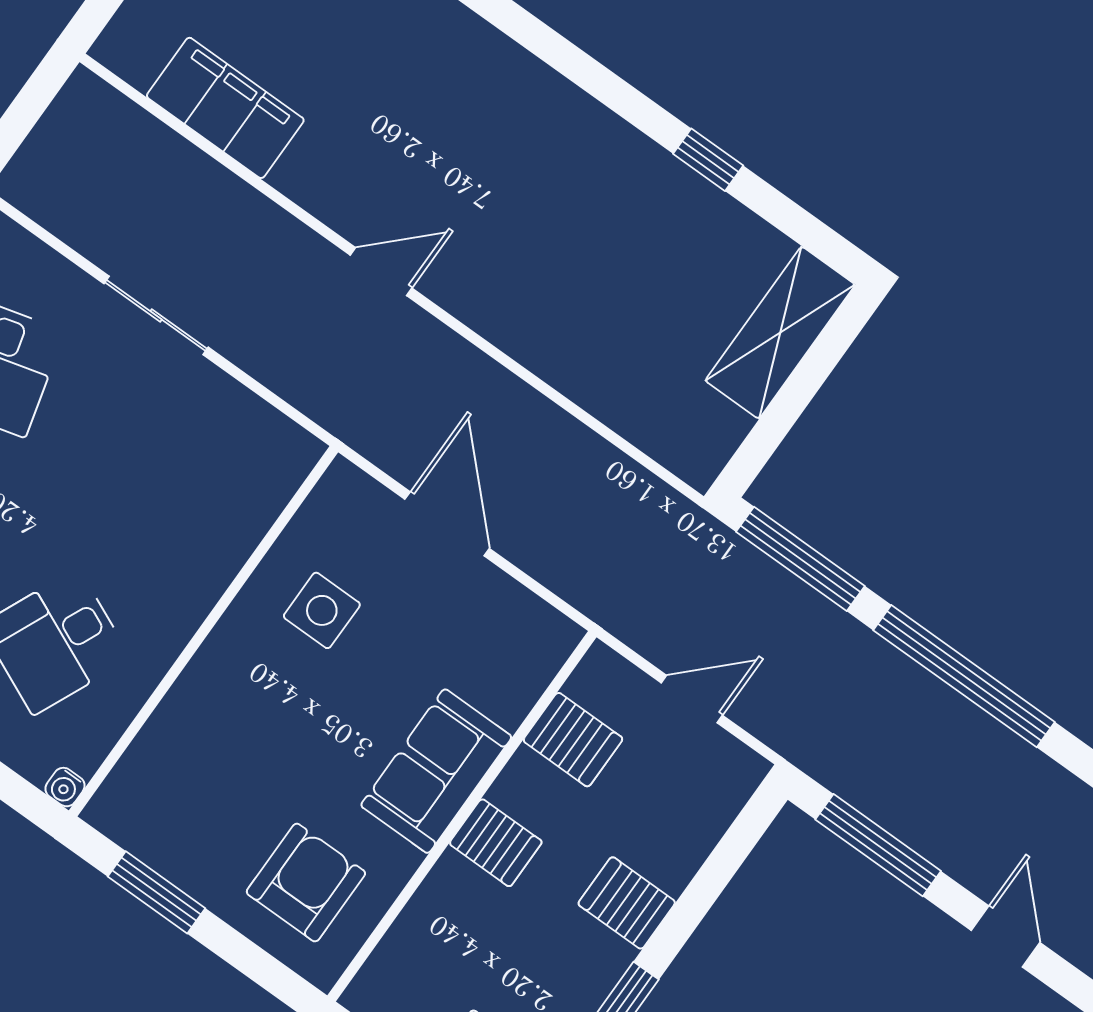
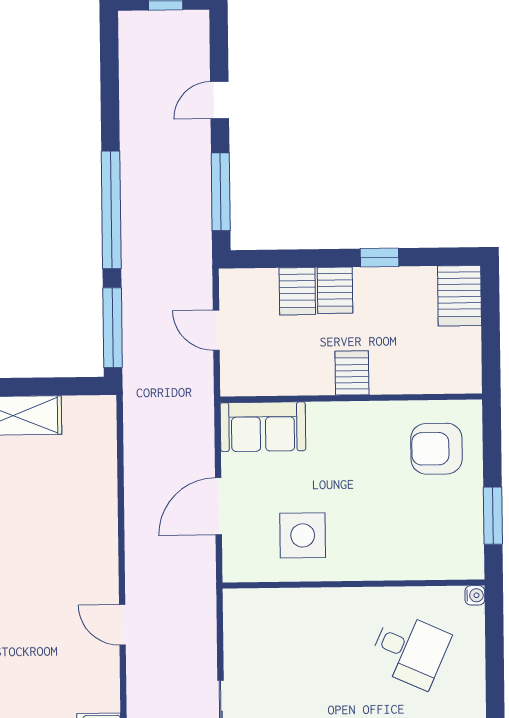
side table: (322, 610) -> (303, 535), width x1.37, depth x1.37
server rack: (573, 740) -> (297, 291), moved, turned 180
sofa: (436, 771) -> (263, 427), moved

